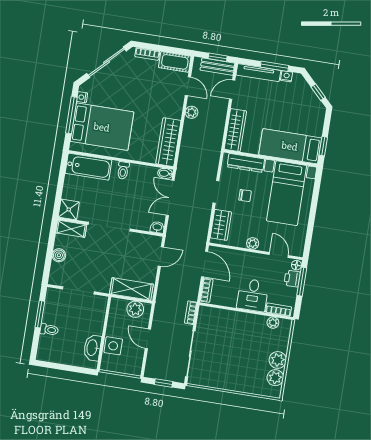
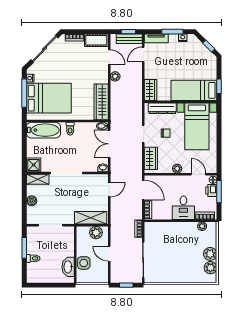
tv unit: (258, 73) -> (156, 38), width x0.71
wardrobe: (235, 130) -> (150, 90), width x0.67

